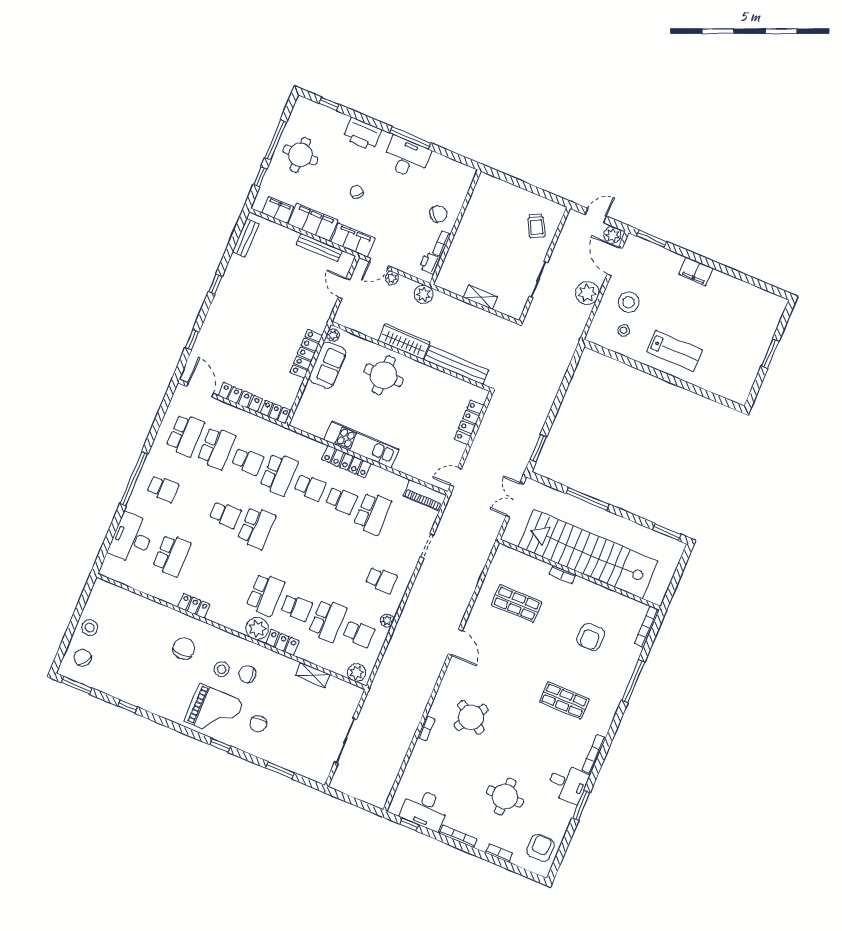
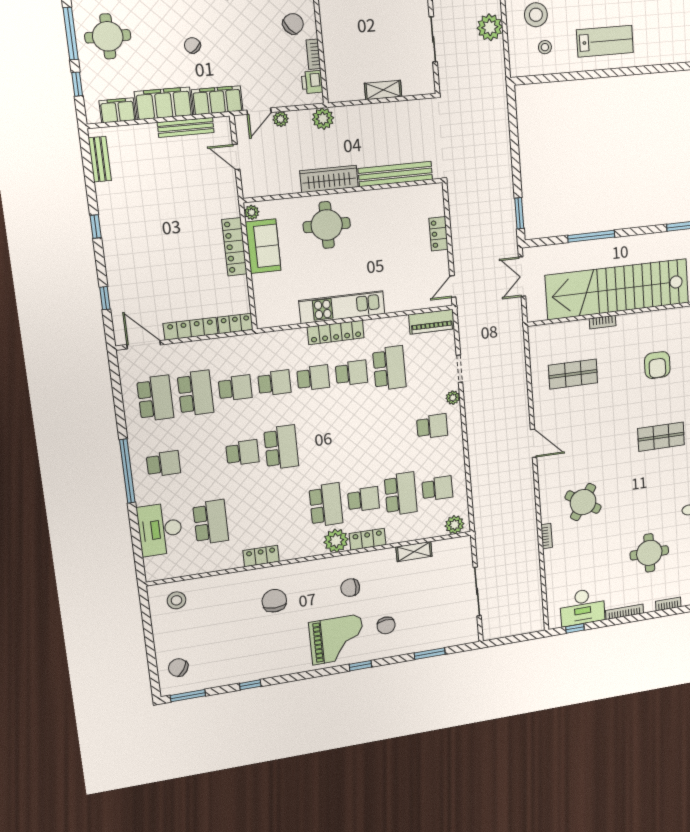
locker: (469, 422) -> (439, 234), width x0.66
school desk: (279, 474) -> (274, 383), width x0.54
plant: (387, 620) -> (453, 398), moved
stool: (90, 628) -> (177, 600), moved
stool: (222, 669) -> (323, 598), removed

